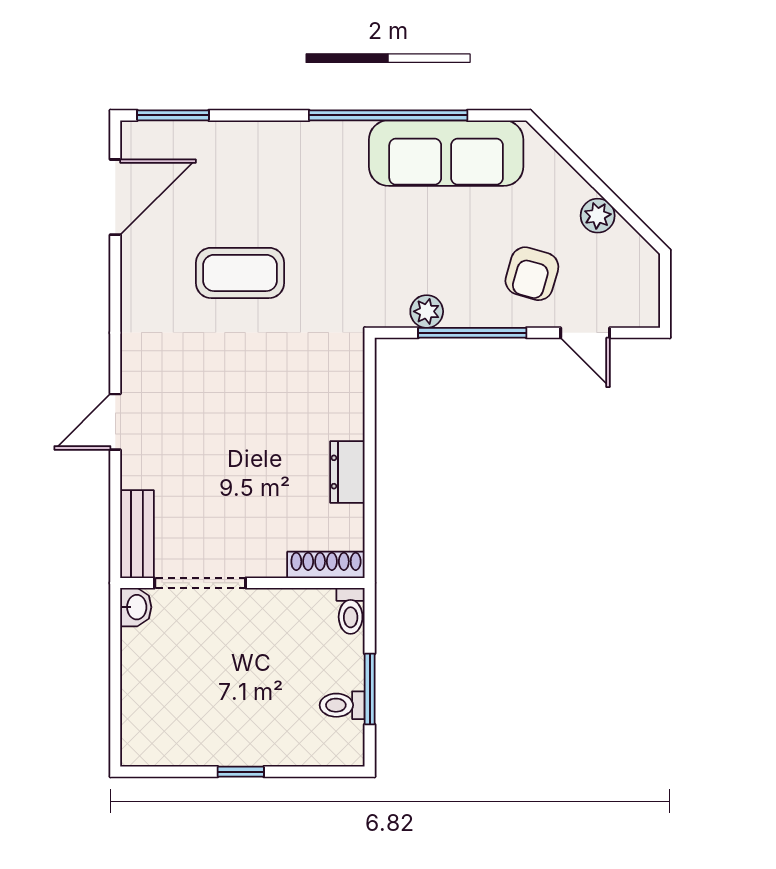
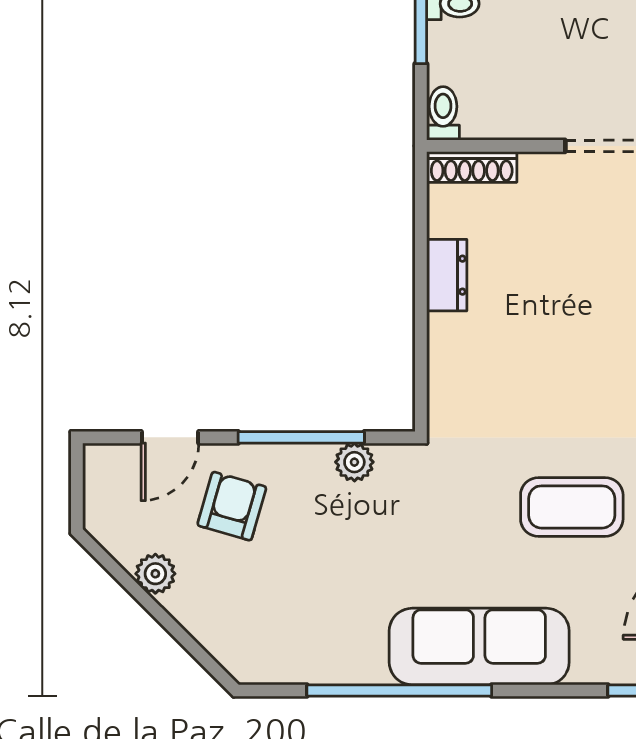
sofa: (446, 153) -> (479, 647), moved
door: (585, 333) -> (170, 437), swing flipped

